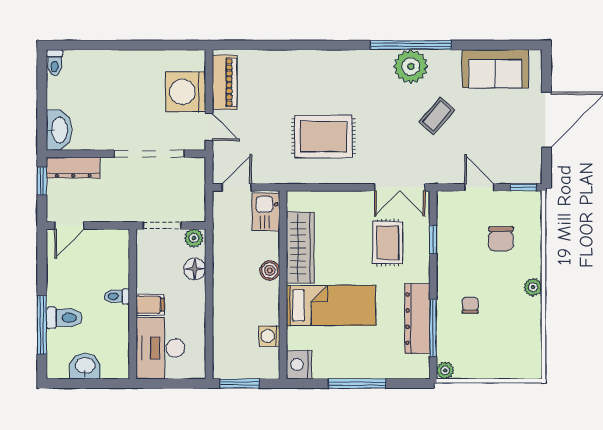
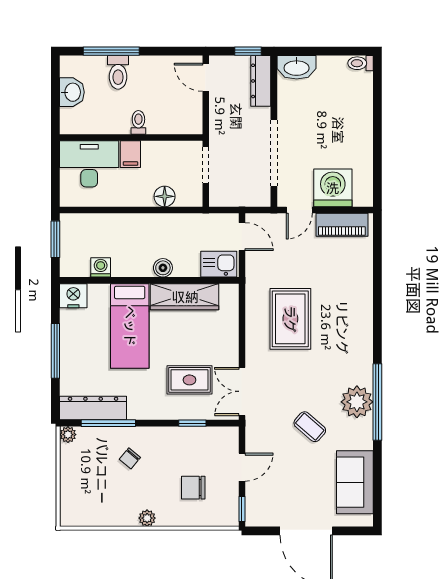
plant: (194, 238) -> (194, 196), removed
chair: (470, 305) -> (130, 458), turned 130
dresser: (417, 319) -> (93, 408), moved

